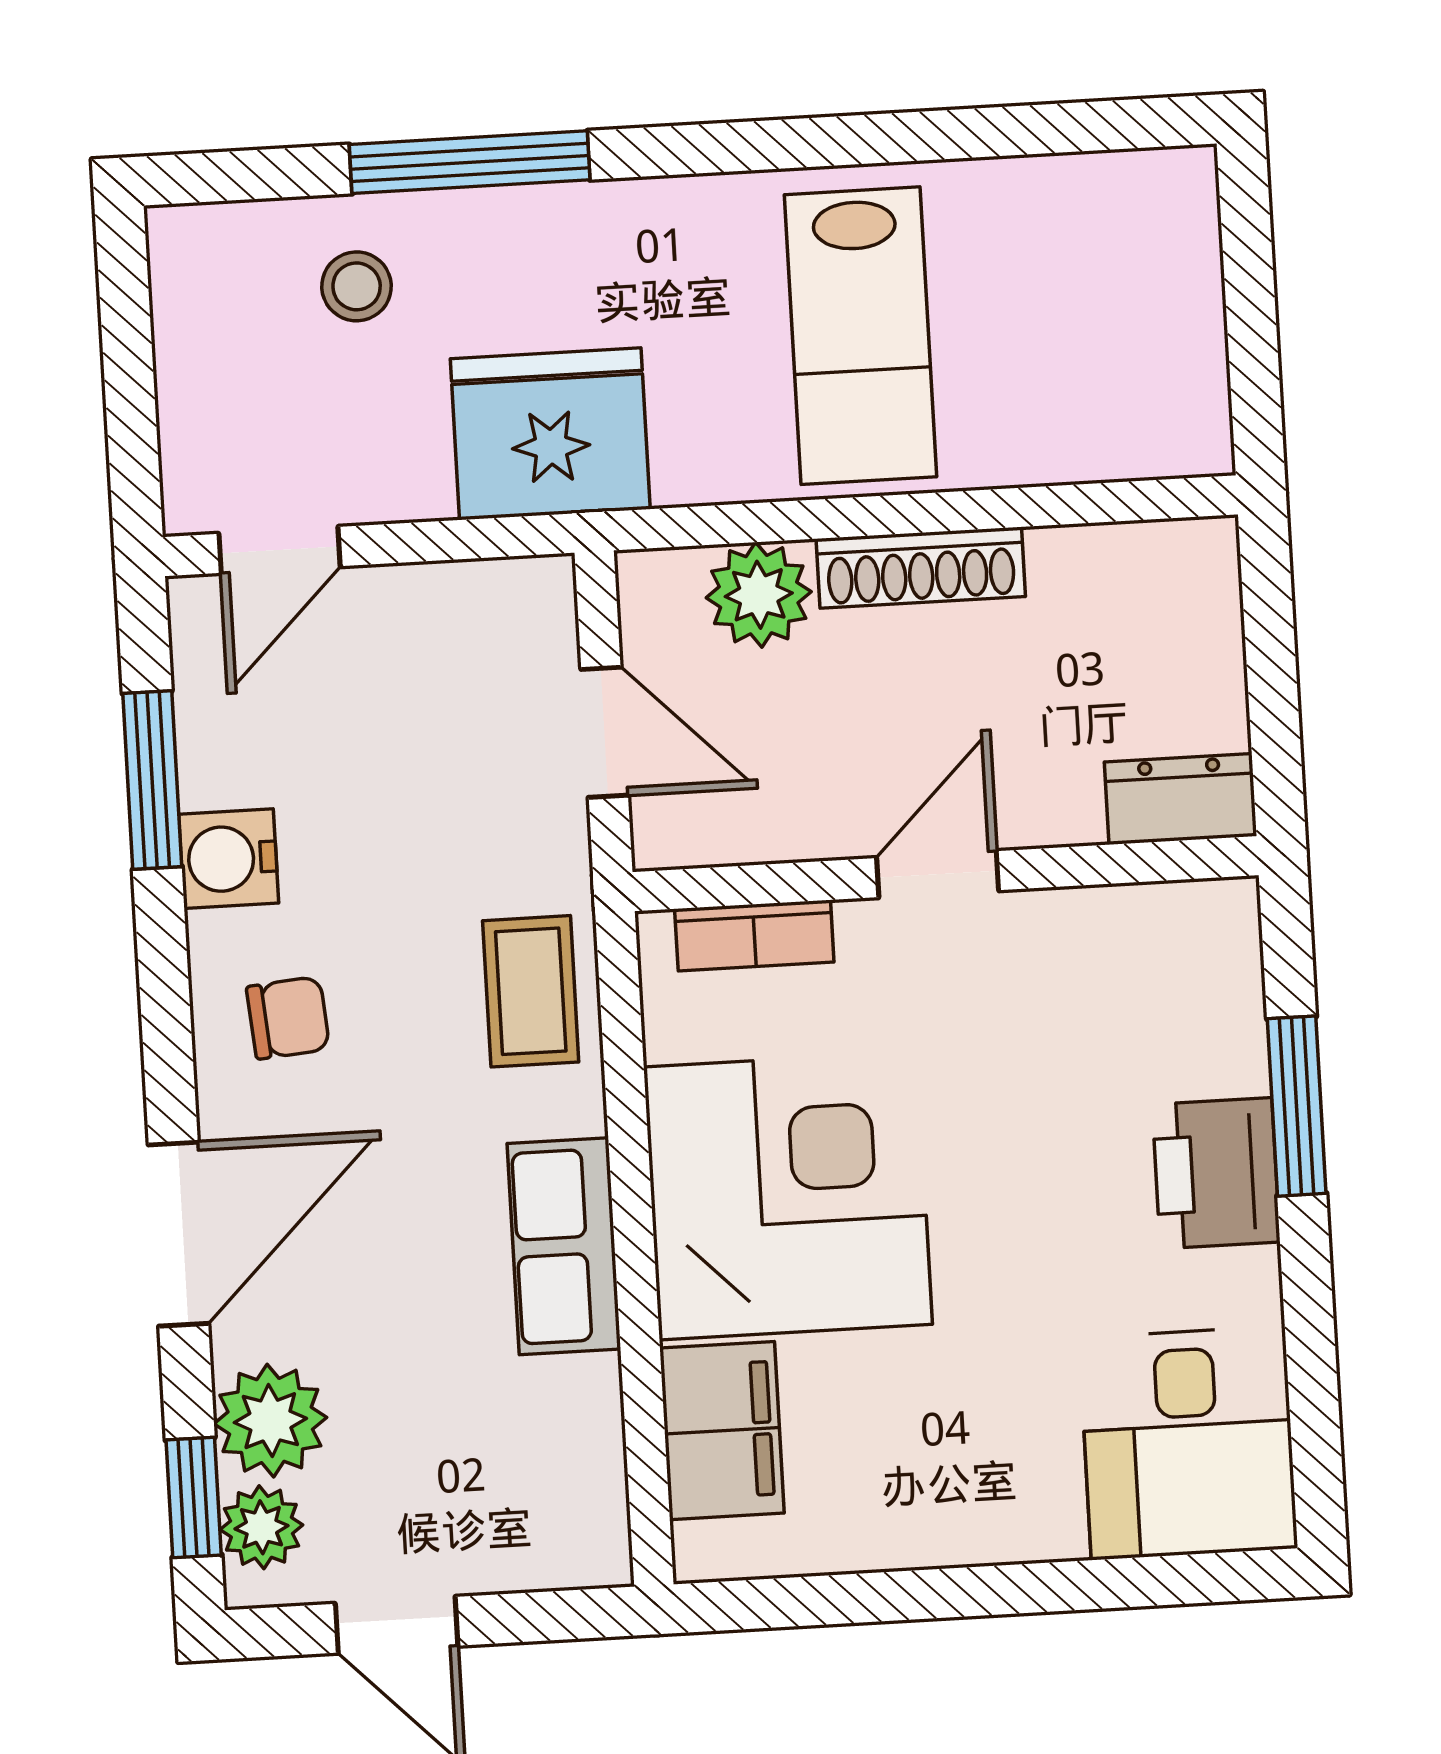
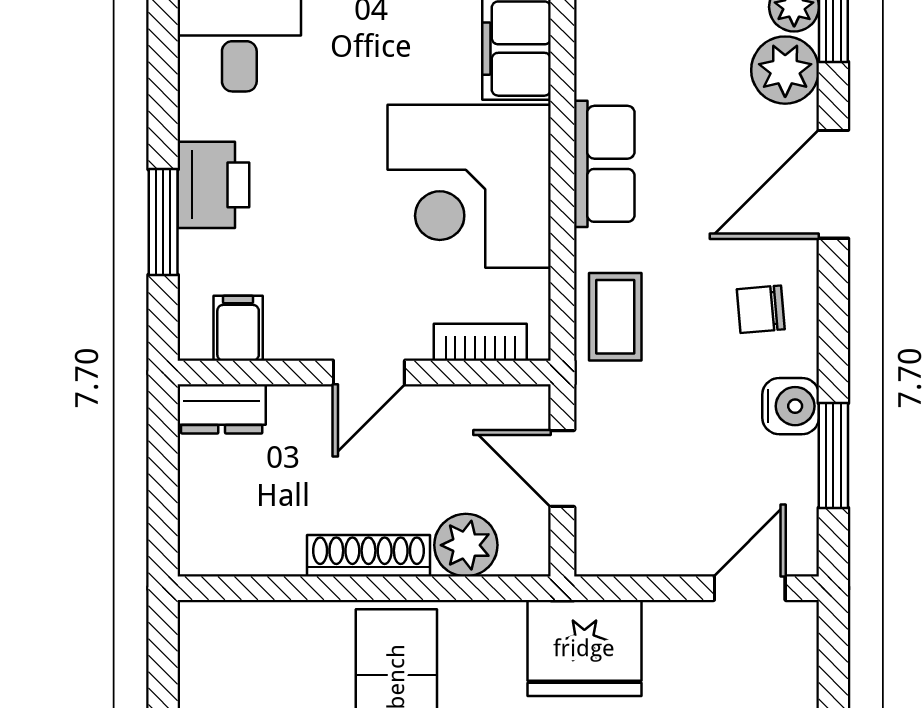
filing cabinet: (1161, 936) -> (238, 328), added

